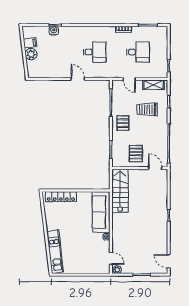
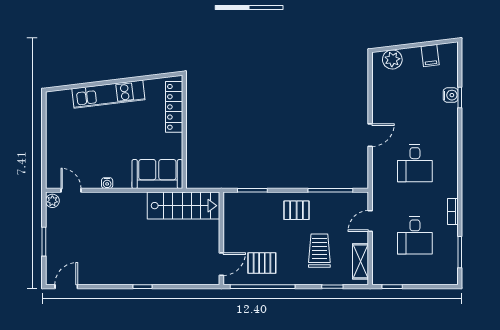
plant: (31, 54) -> (392, 59), moved
pallet: (136, 154) -> (262, 263), moved
sofa: (101, 212) -> (157, 174), width x0.73
kitchen unit: (55, 252) -> (108, 94), moved
door: (111, 258) -> (71, 190), swing flipped

